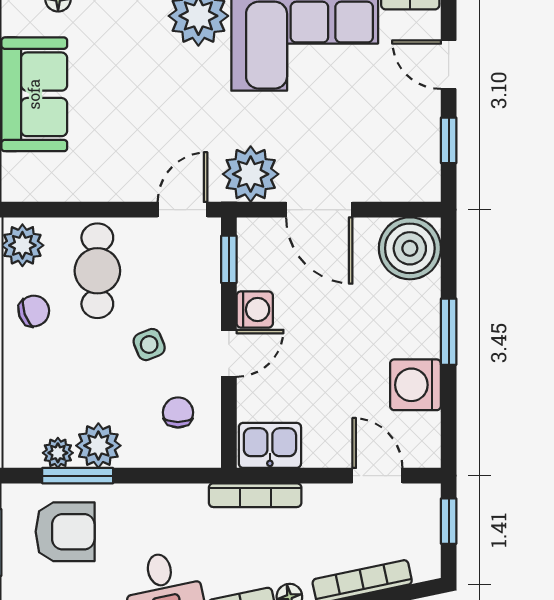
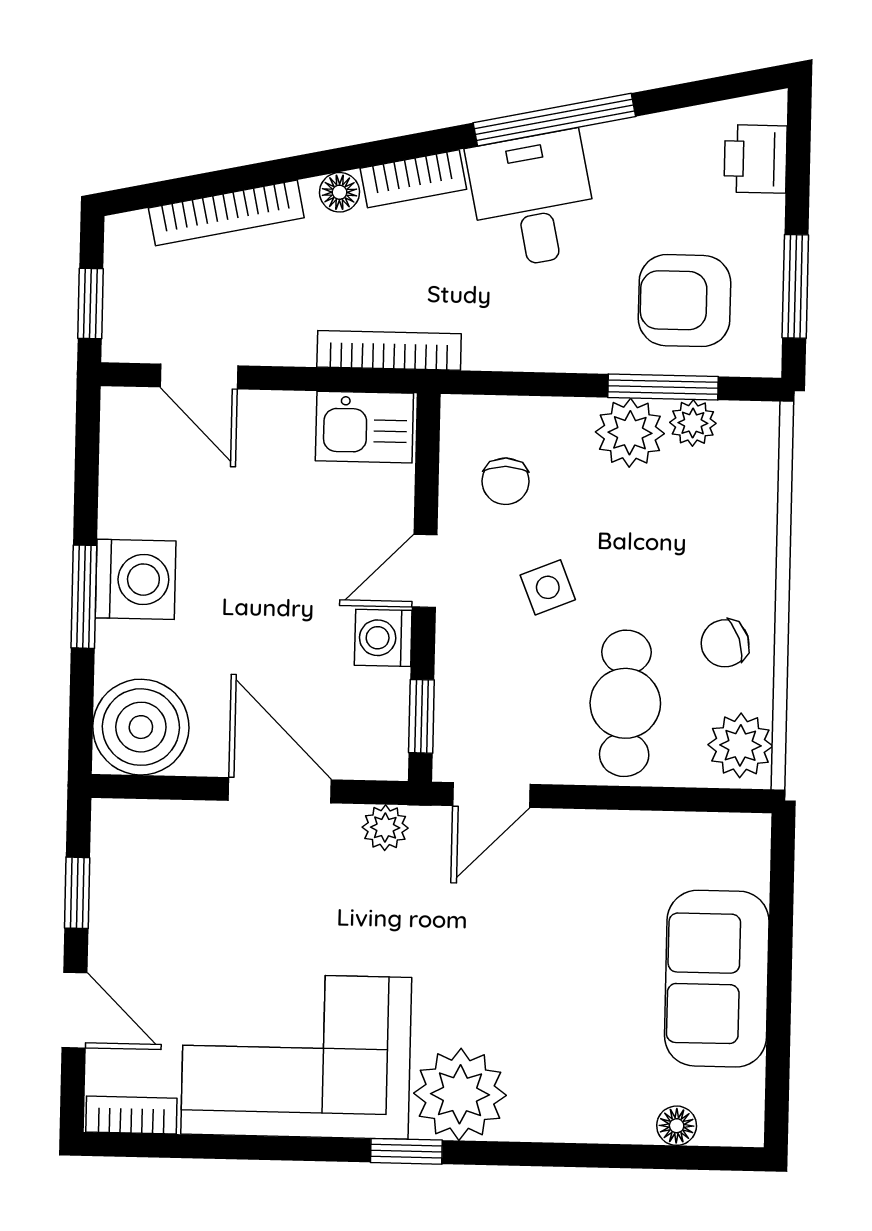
plant: (251, 174) -> (385, 828), width x0.53, depth x0.53
washing machine: (415, 385) -> (136, 579), moved

